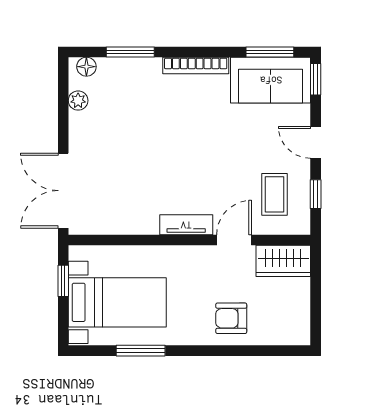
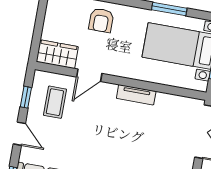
tv unit: (186, 225) -> (136, 95), moved
armchair: (231, 318) -> (101, 20), turned 90

